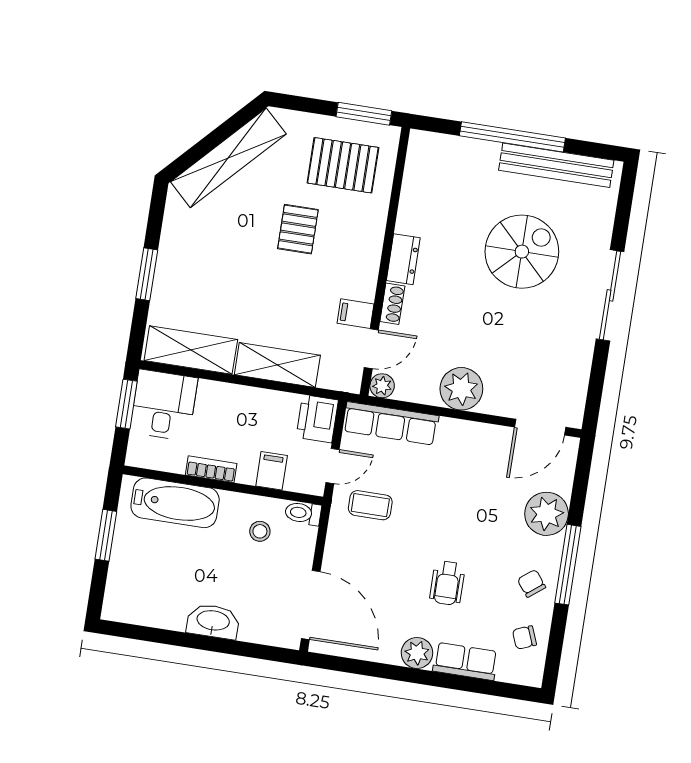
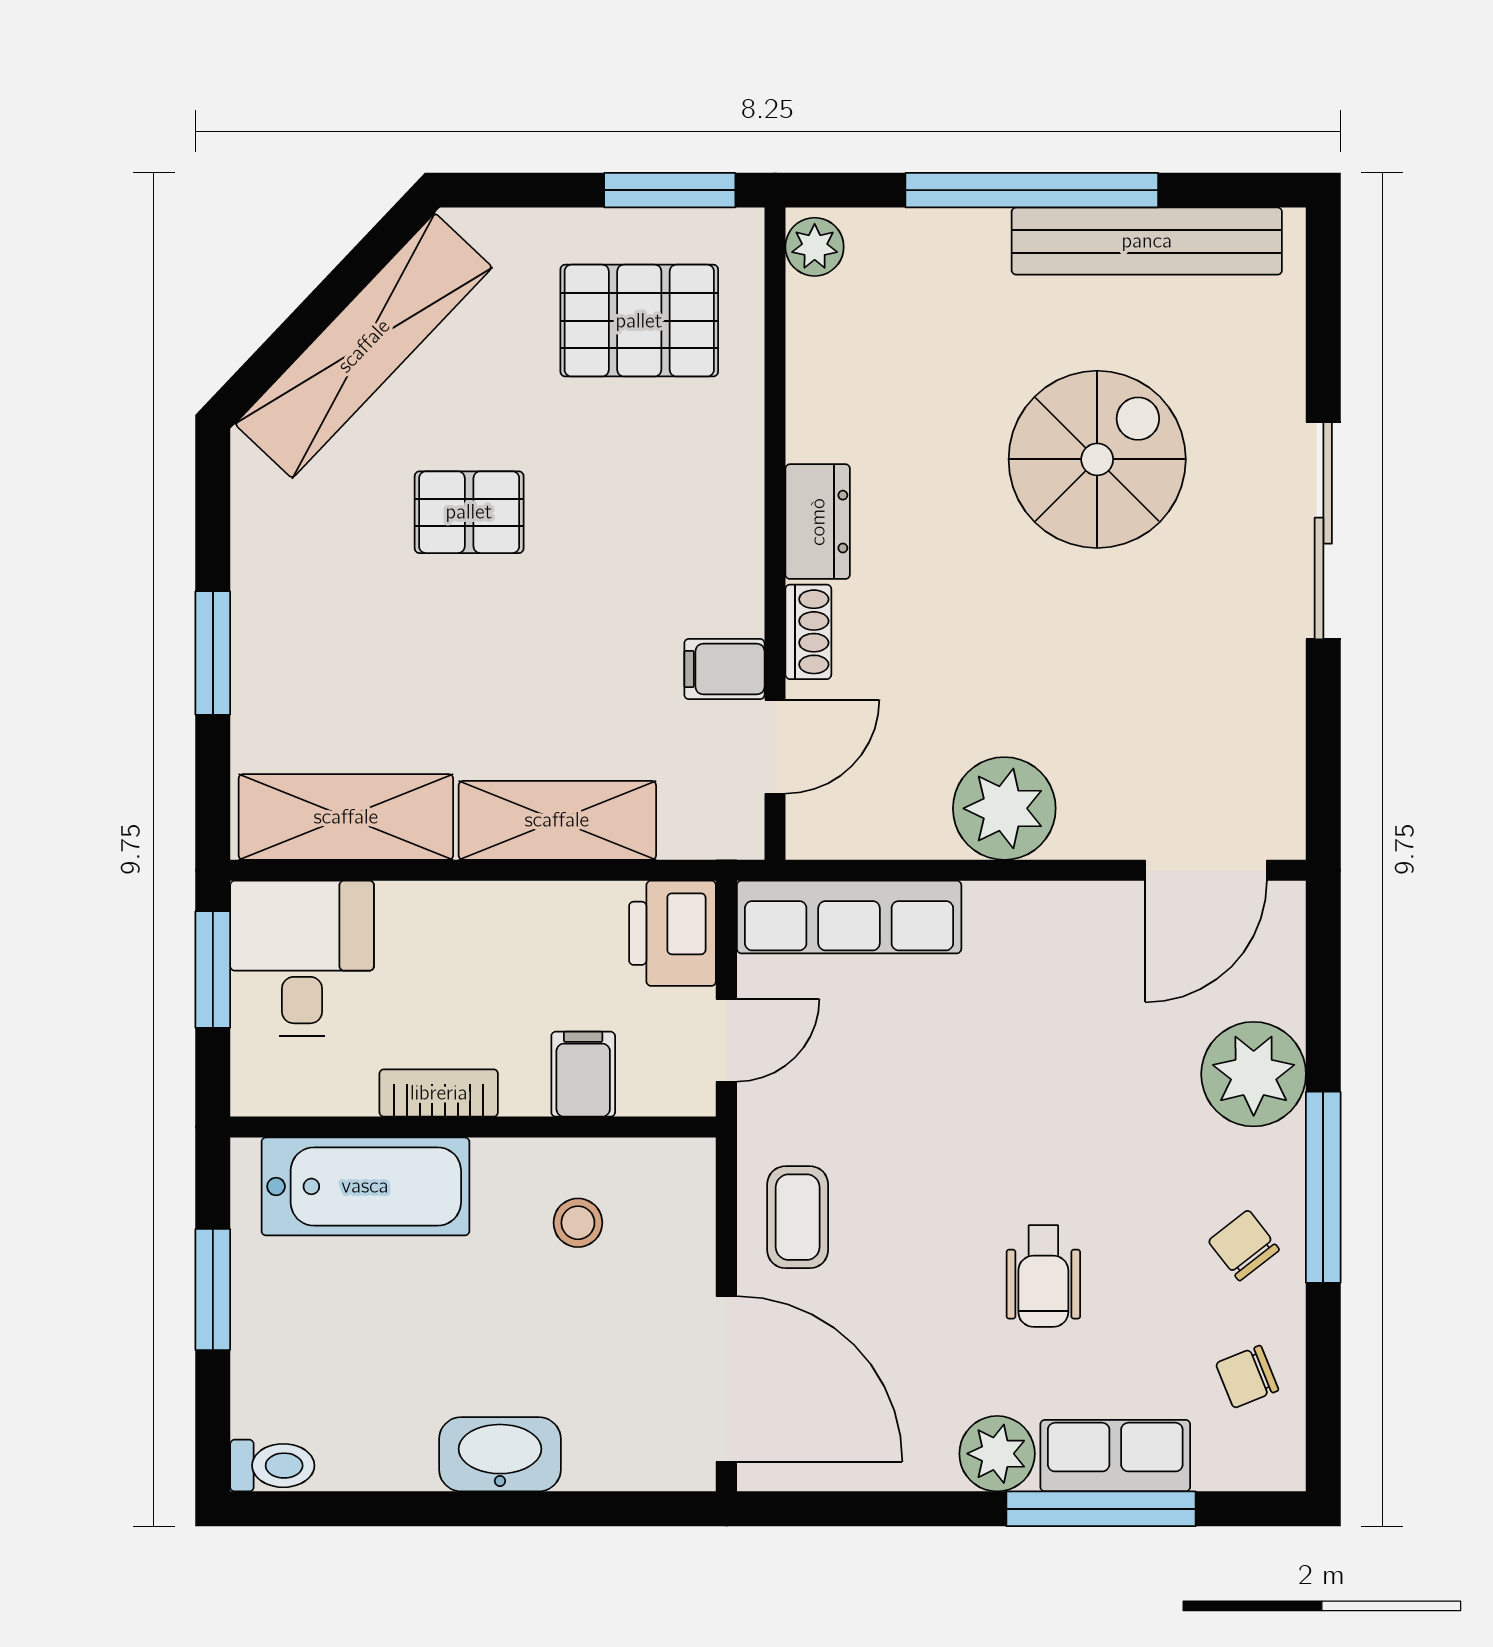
pallet: (298, 229) -> (469, 512), moved, turned 90
plant: (382, 386) -> (815, 247), moved
coffee table: (370, 505) -> (798, 1217), moved, turned 90
toilet: (303, 513) -> (272, 1466), moved, turned 180
window: (456, 682) -> (1101, 1509), added

